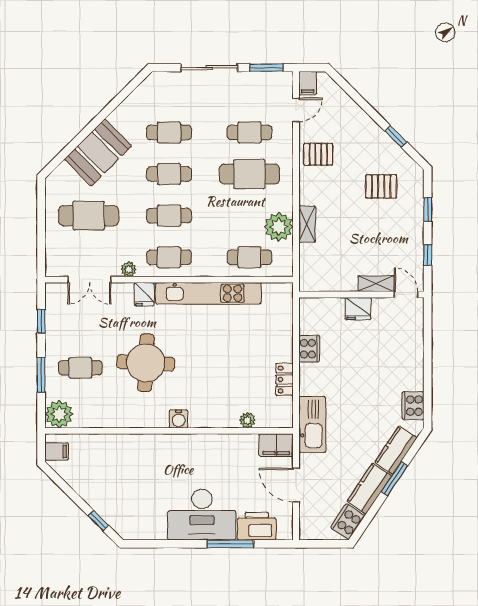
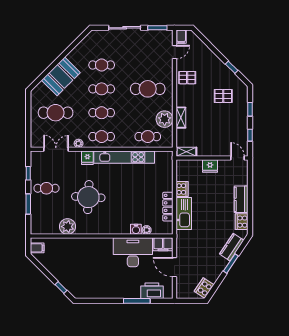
cafe table: (249, 132) -> (148, 65), removed
double door: (89, 280) -> (56, 149), swing flipped
shelving: (376, 284) -> (186, 152), moved
cafe table: (80, 368) -> (46, 188), moved
locker: (285, 379) -> (168, 207), width x1.53
plant: (59, 414) -> (67, 227), moved
water cooler: (179, 419) -> (136, 229), moved
kitchen sink: (312, 424) -> (184, 214), moved
kitchen counter: (369, 489) -> (241, 199), moved, turned -34
desk: (202, 515) -> (133, 252), moved, turned 180

